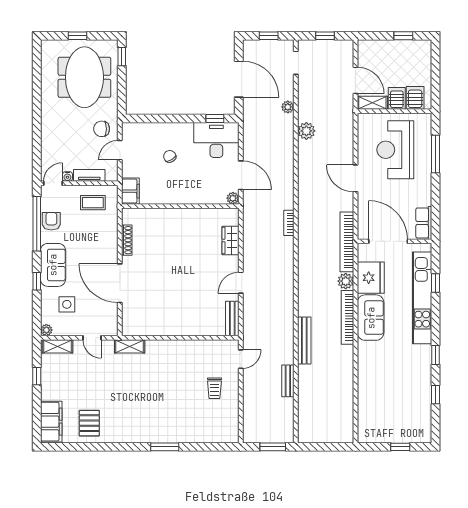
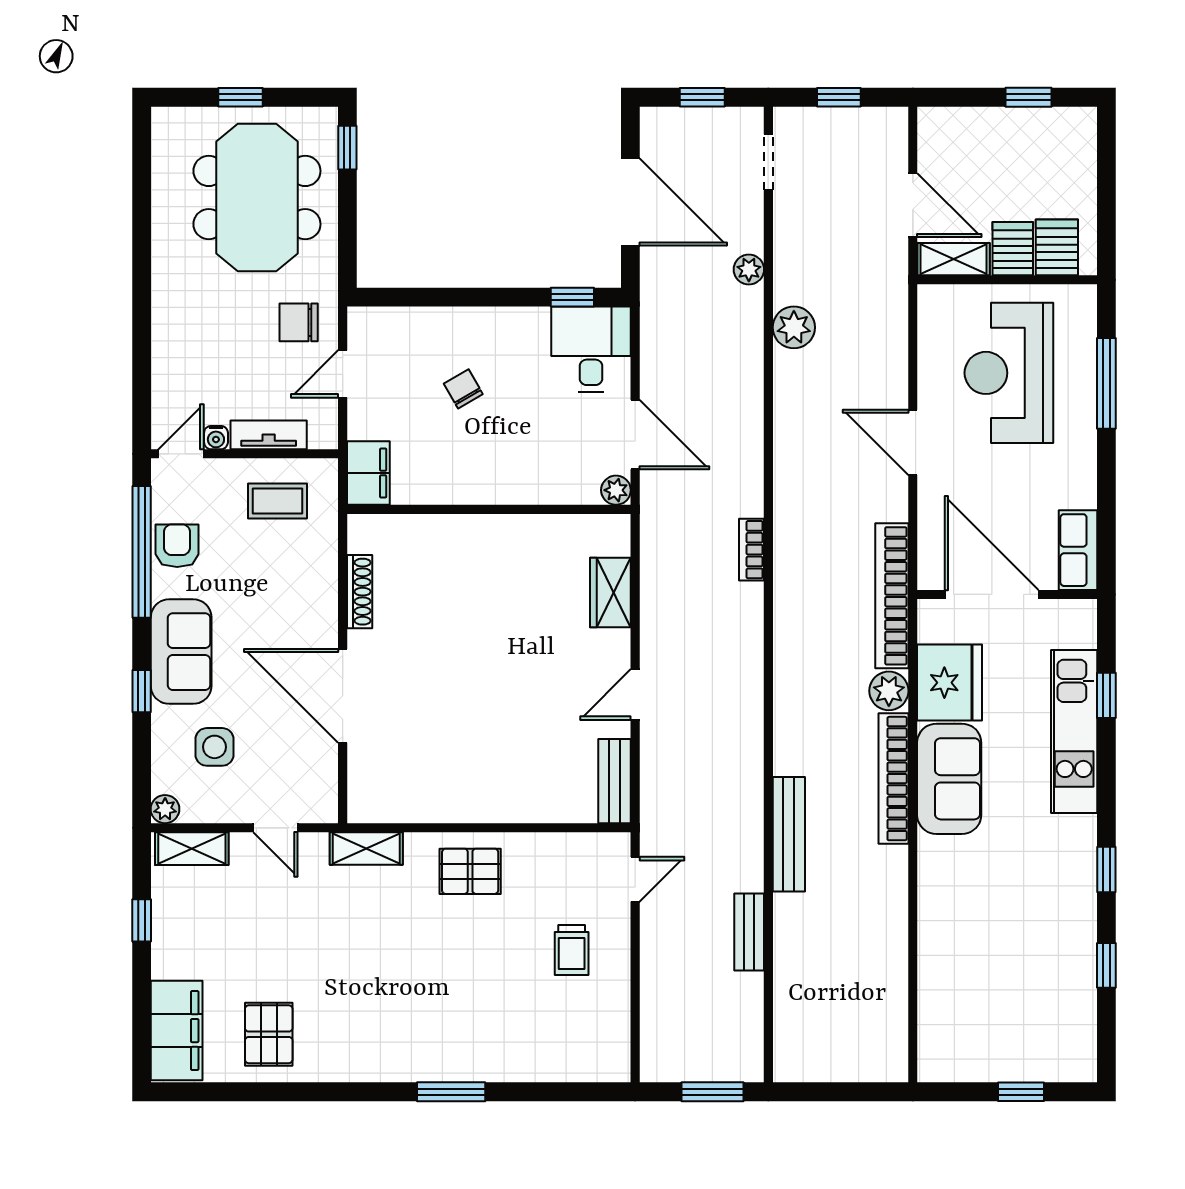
desk: (216, 140) -> (591, 349), width x0.73
kitchen unit: (422, 298) -> (1074, 731), width x0.73
pallet: (173, 356) -> (470, 871), added

